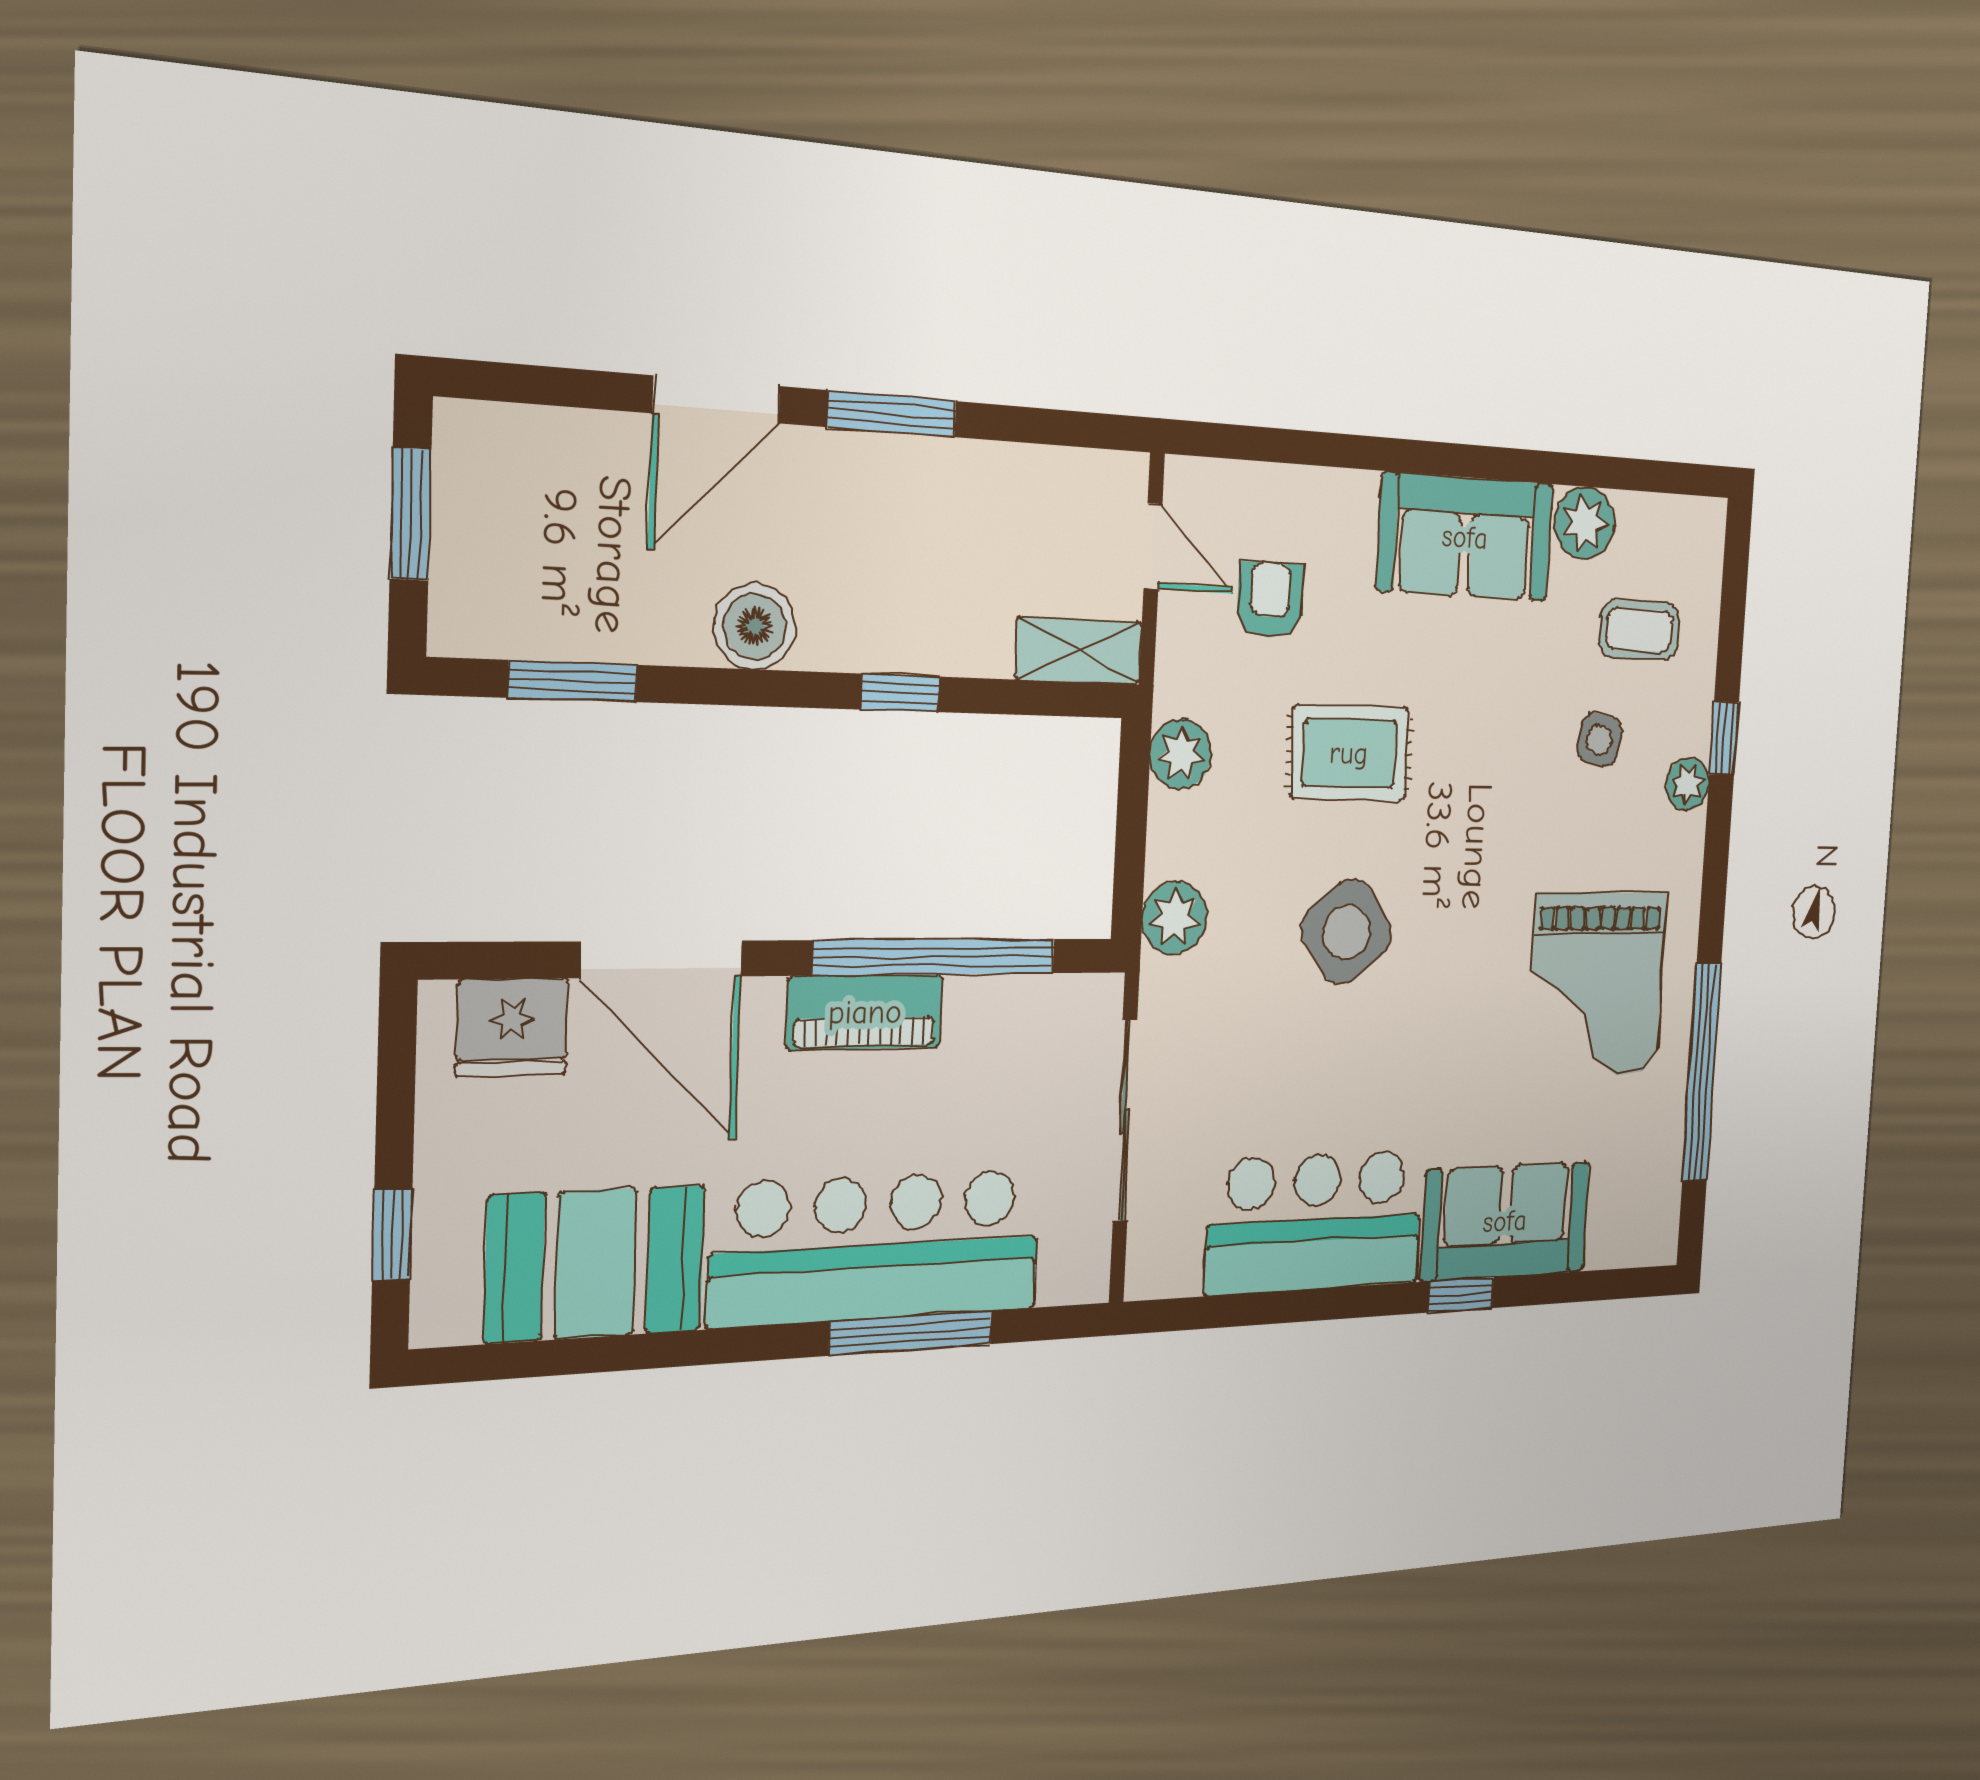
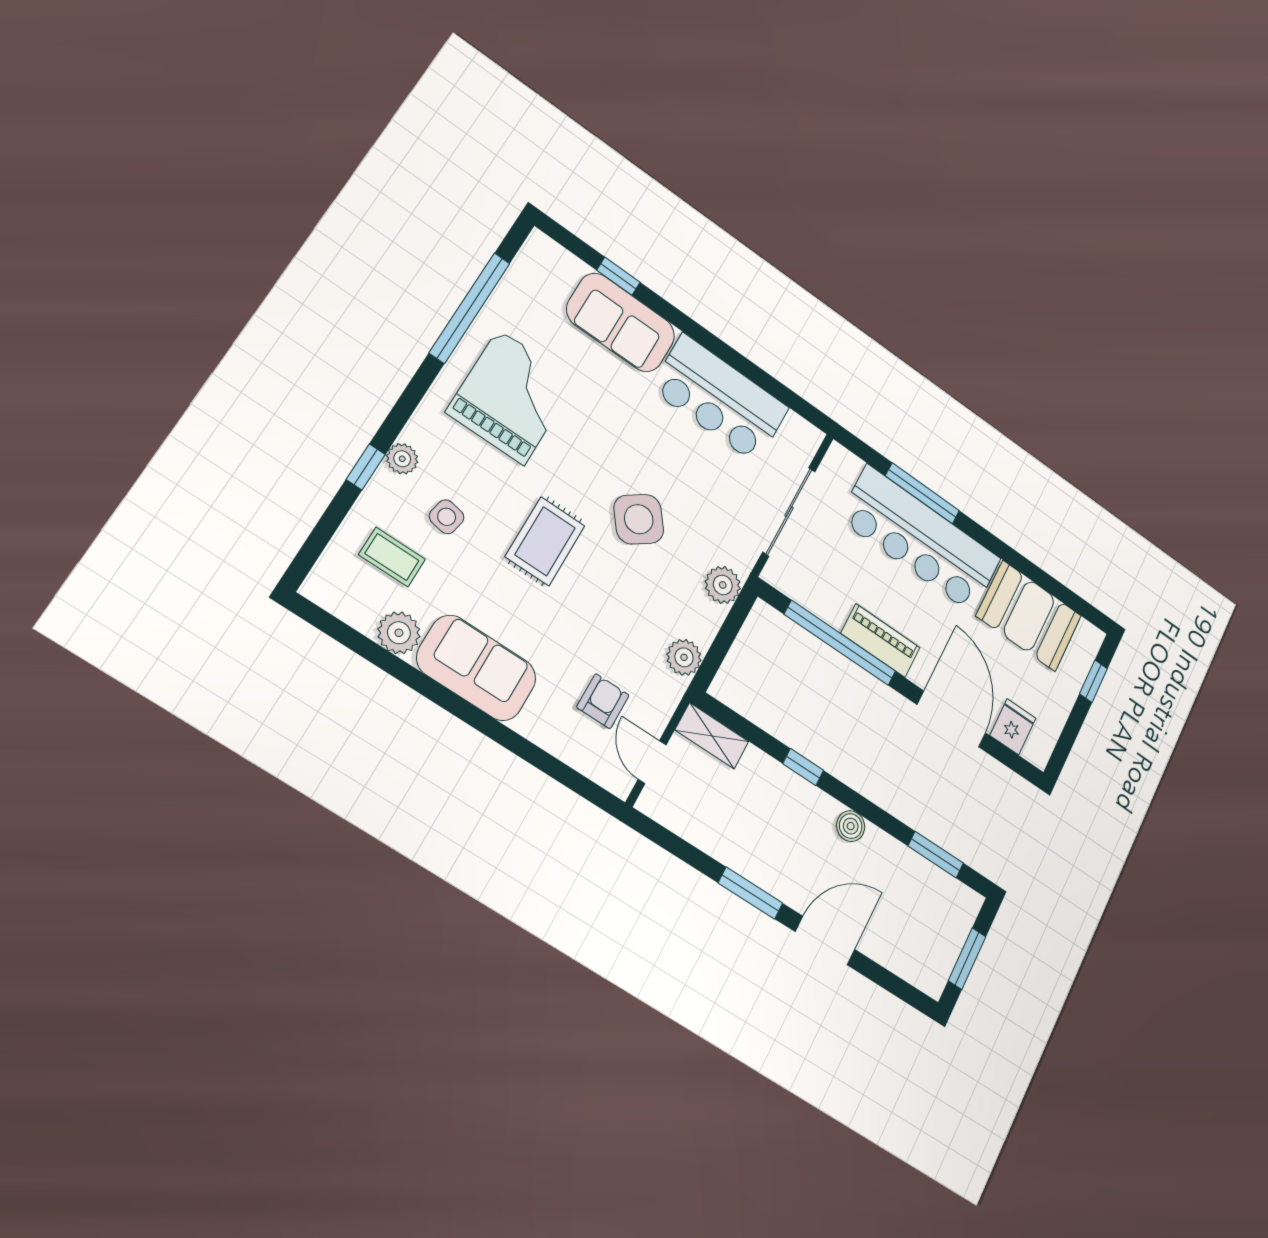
armchair: (1270, 600) -> (603, 701), turned 180
boiler: (755, 626) -> (851, 826), width x0.73, depth x0.73
rug: (1349, 753) -> (545, 541), moved, turned 90
fridge: (512, 1027) -> (1013, 727), width x0.72
window: (1461, 1295) -> (618, 276), moved

